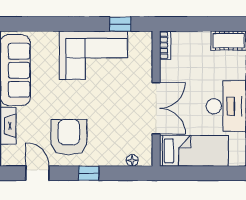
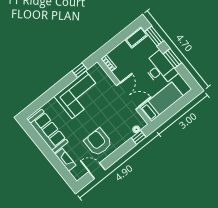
window: (89, 173) -> (139, 137), moved

